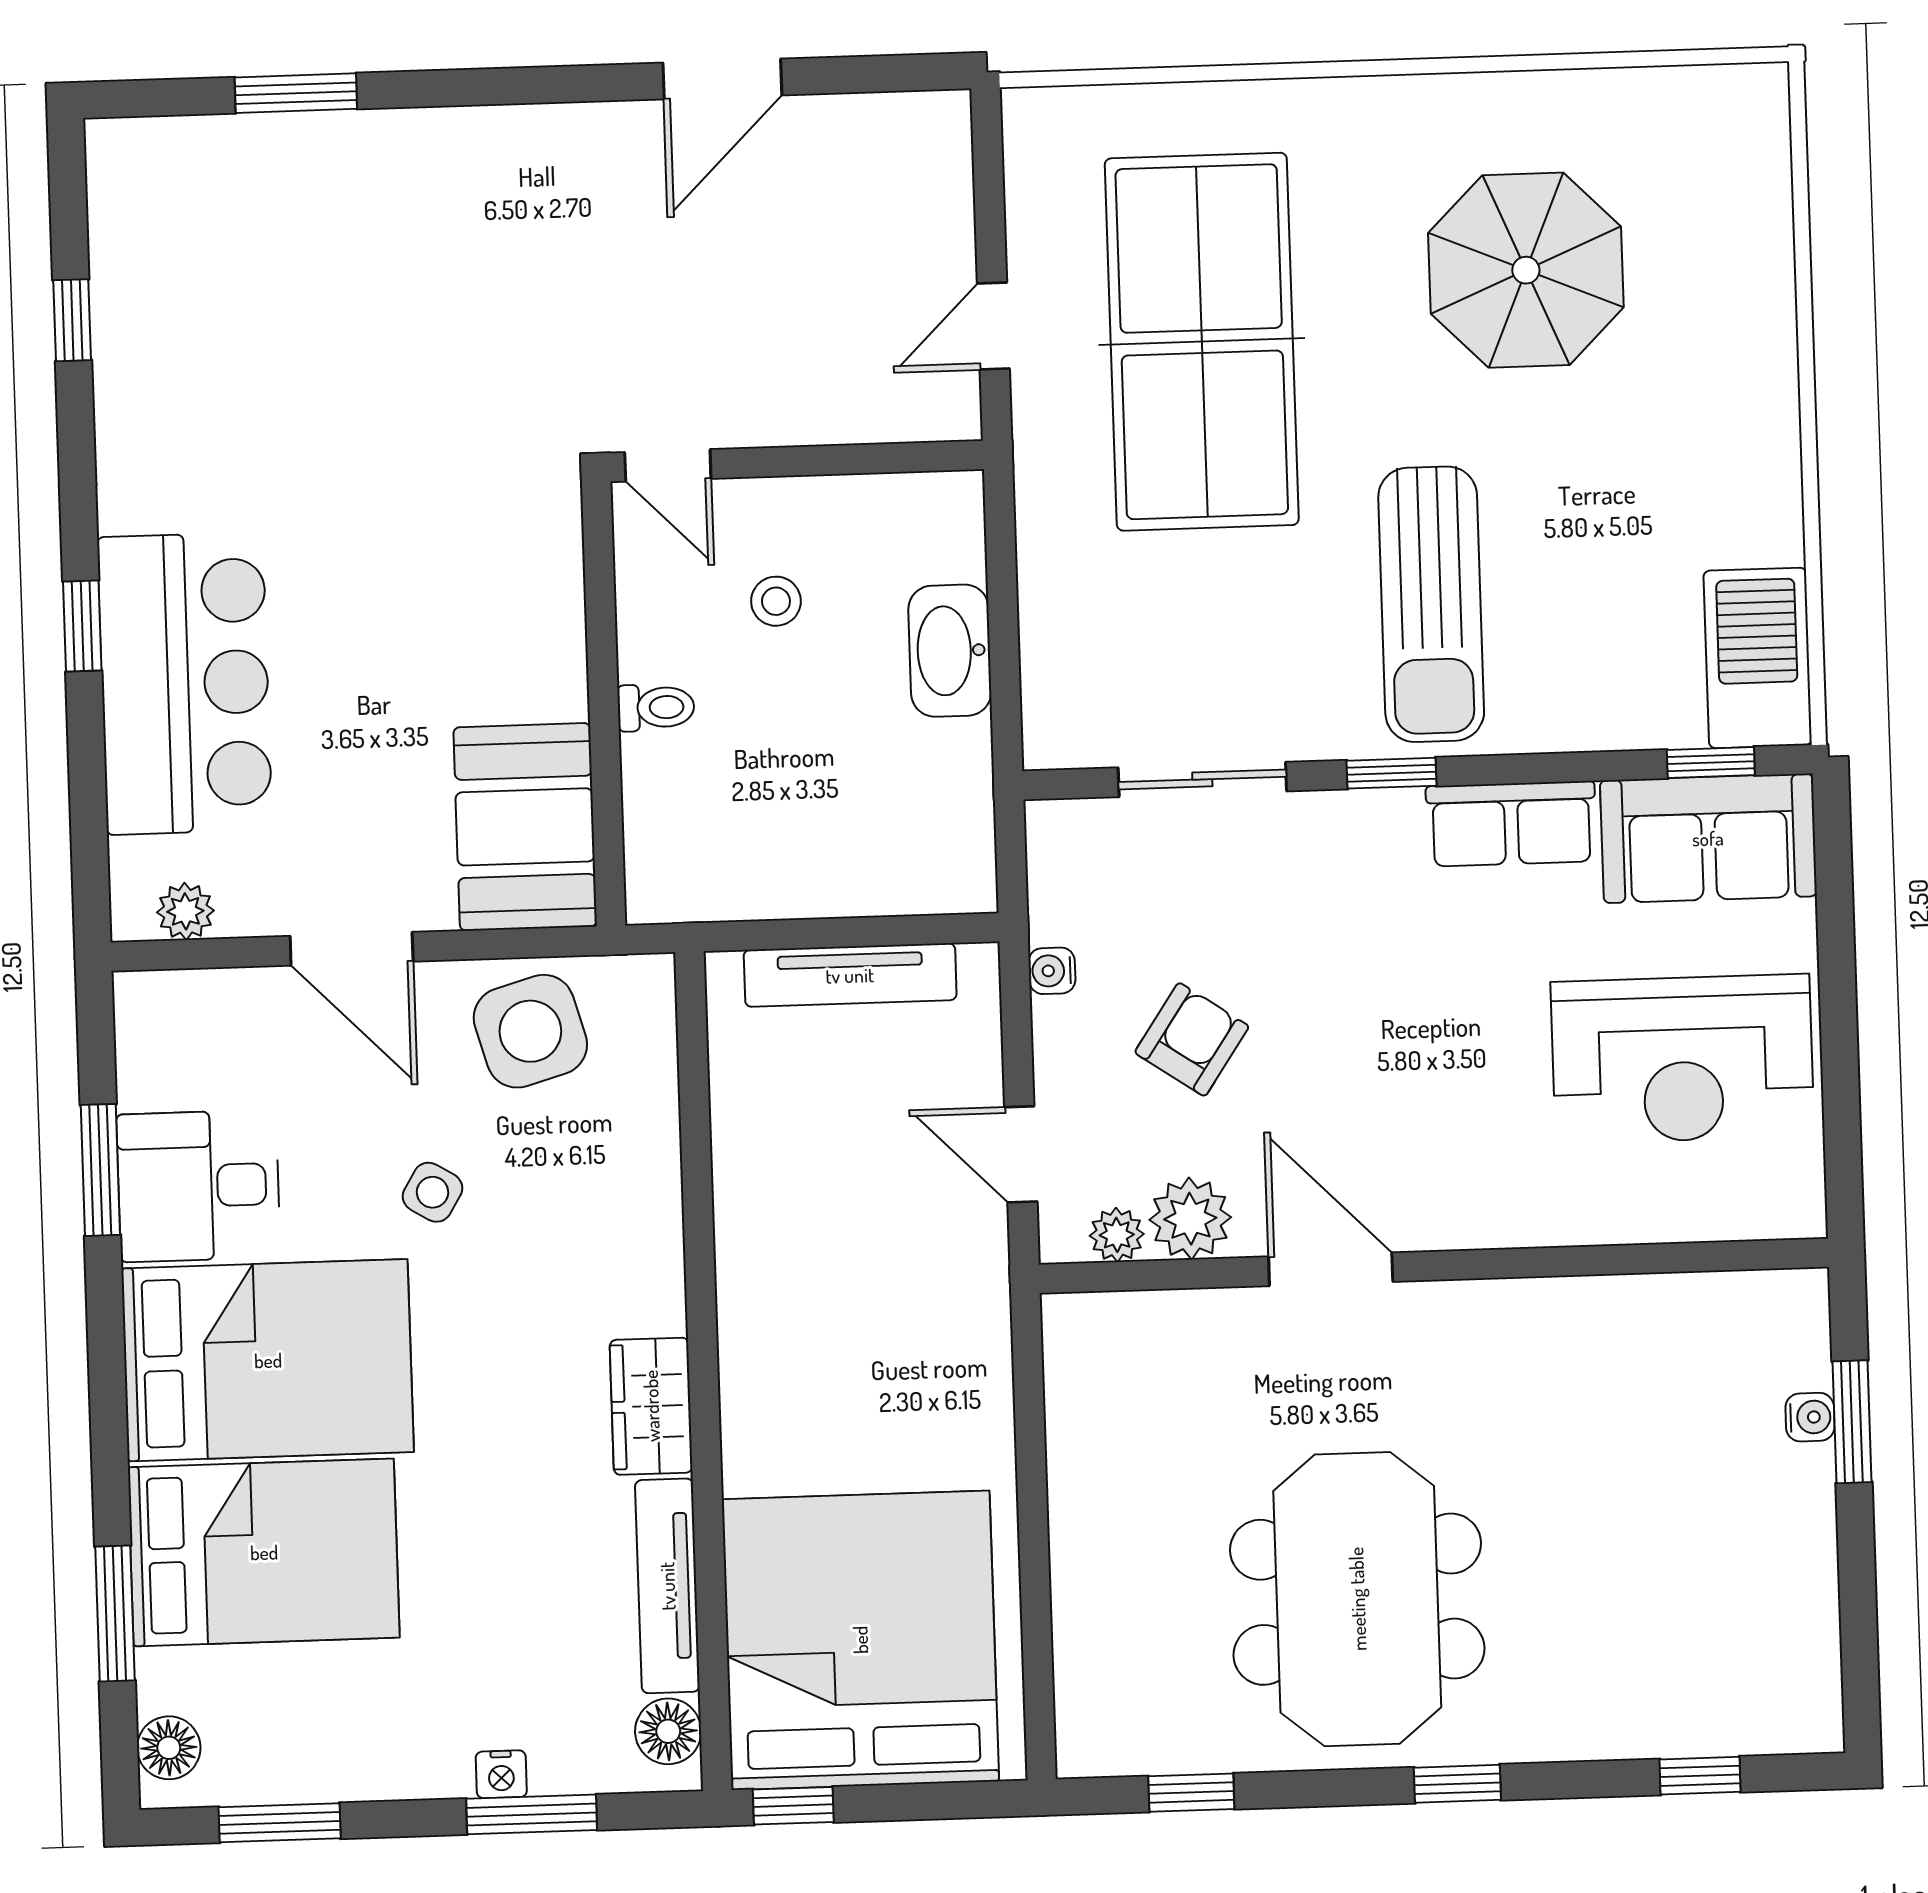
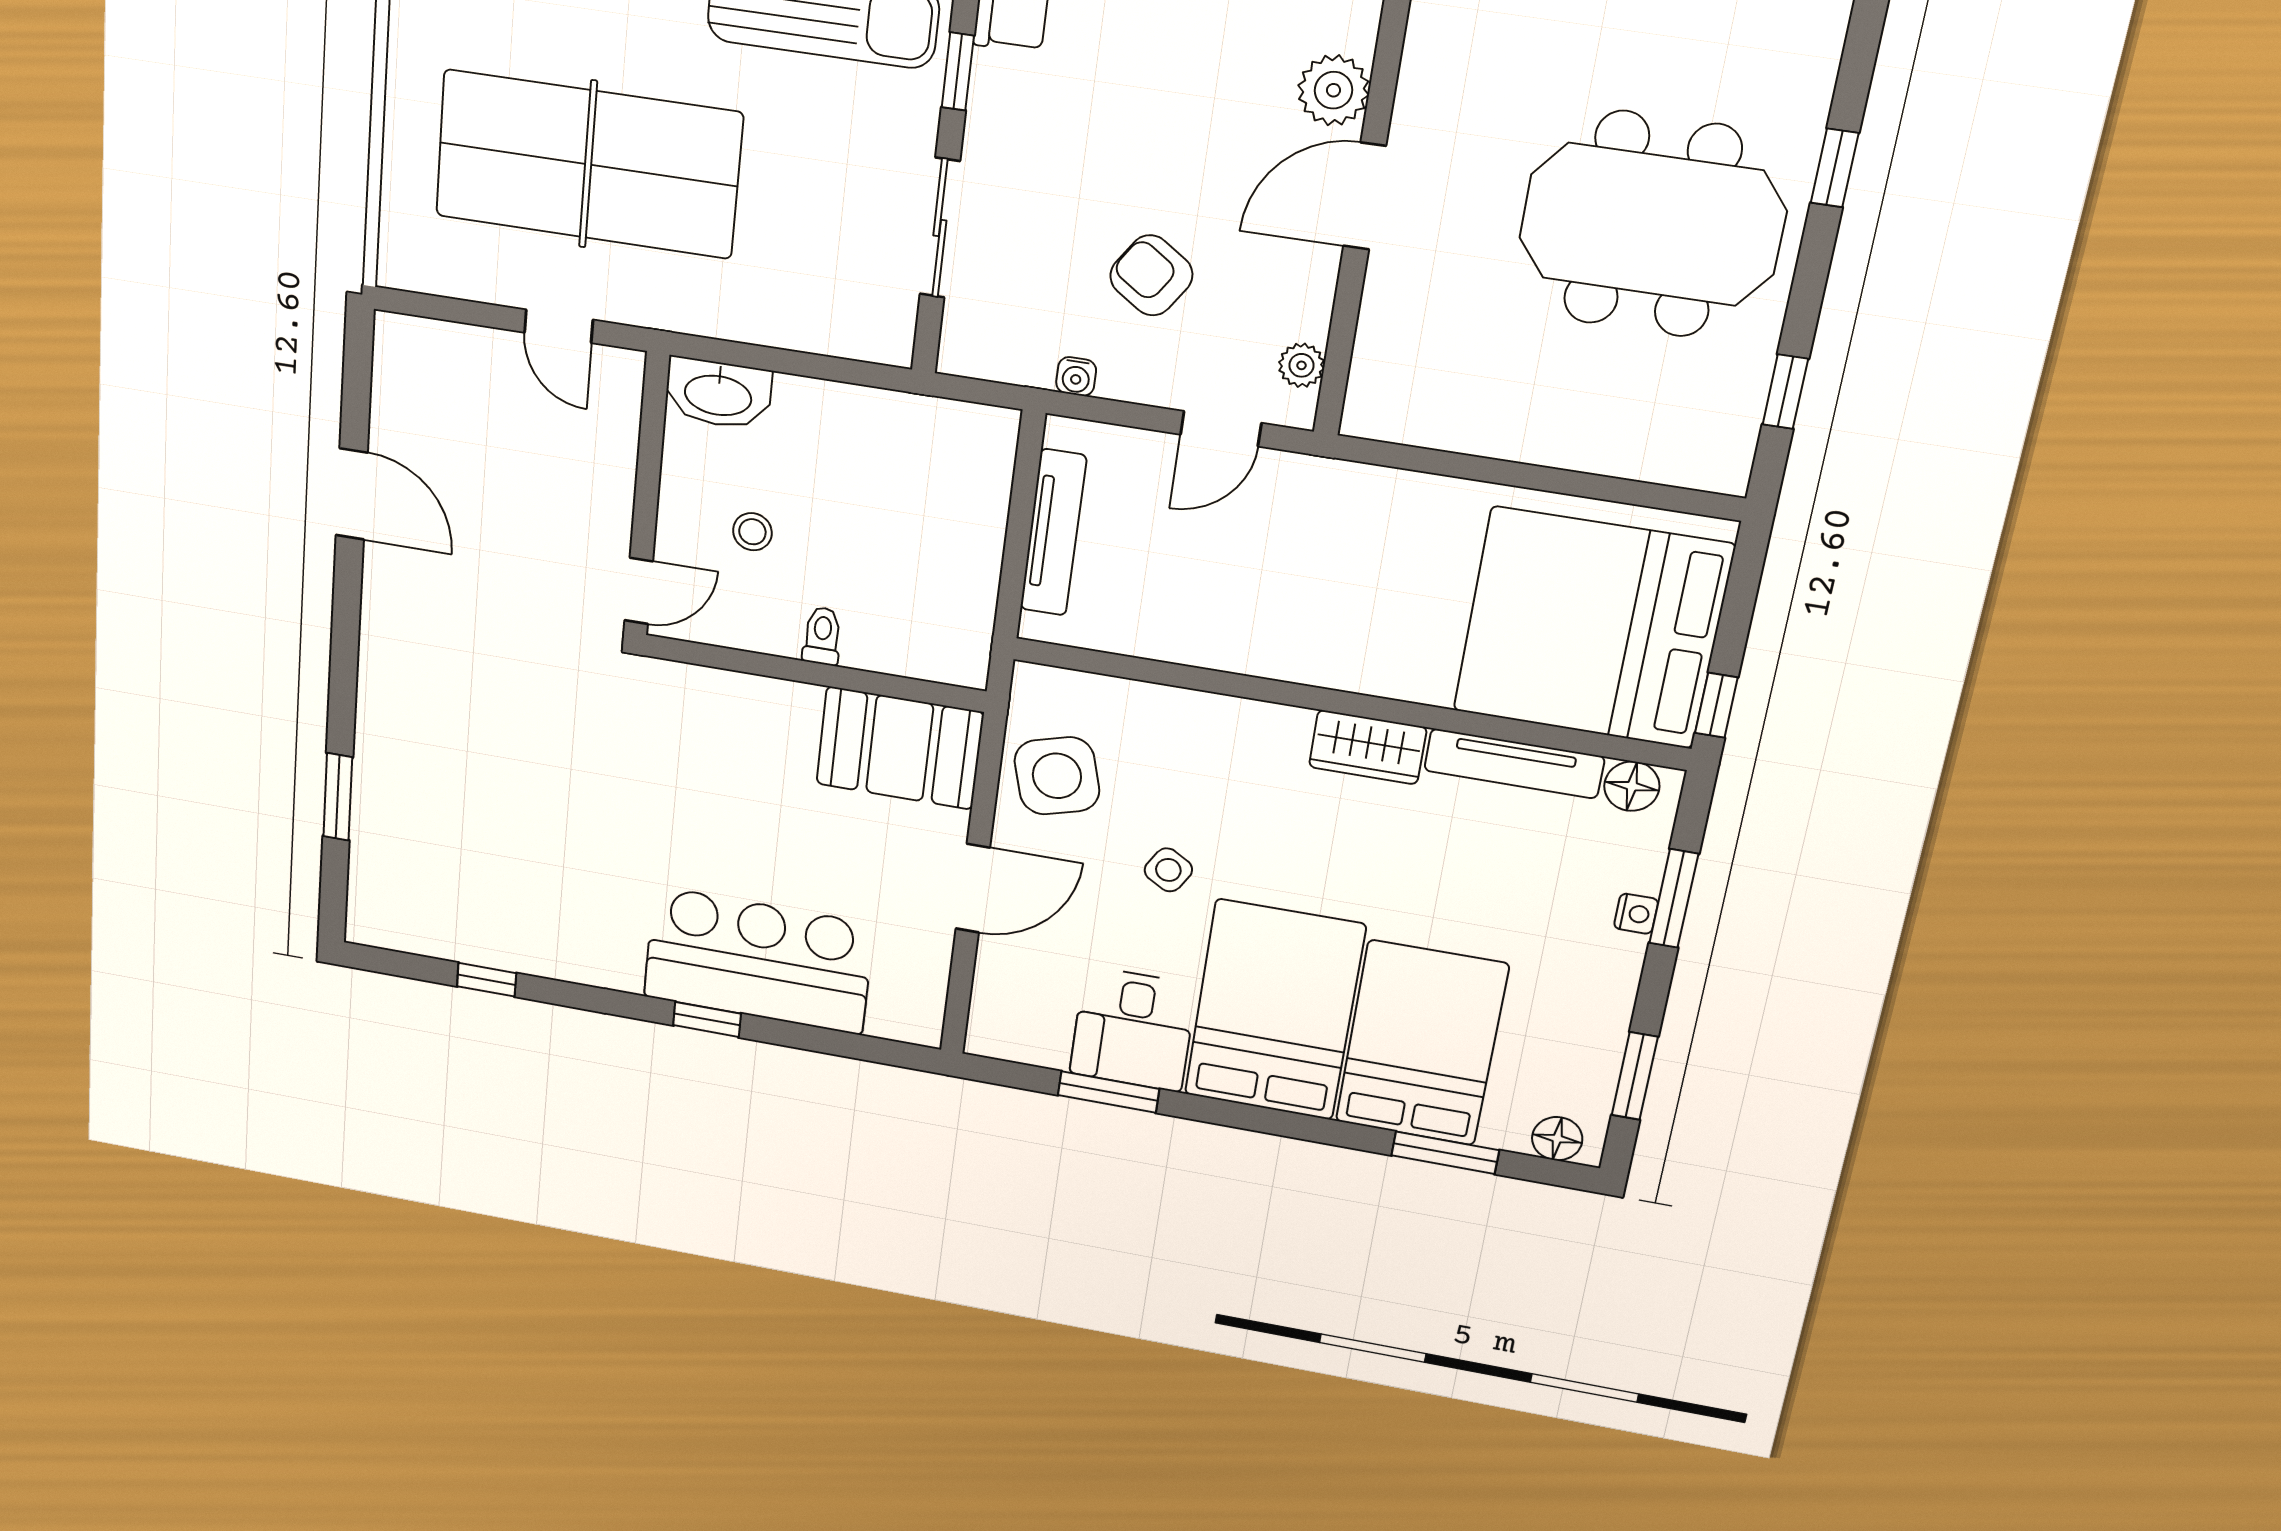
washbasin: (950, 651) -> (718, 394), moved
plant: (185, 911) -> (926, 995), removed
plant: (1190, 1219) -> (1333, 90), moved

